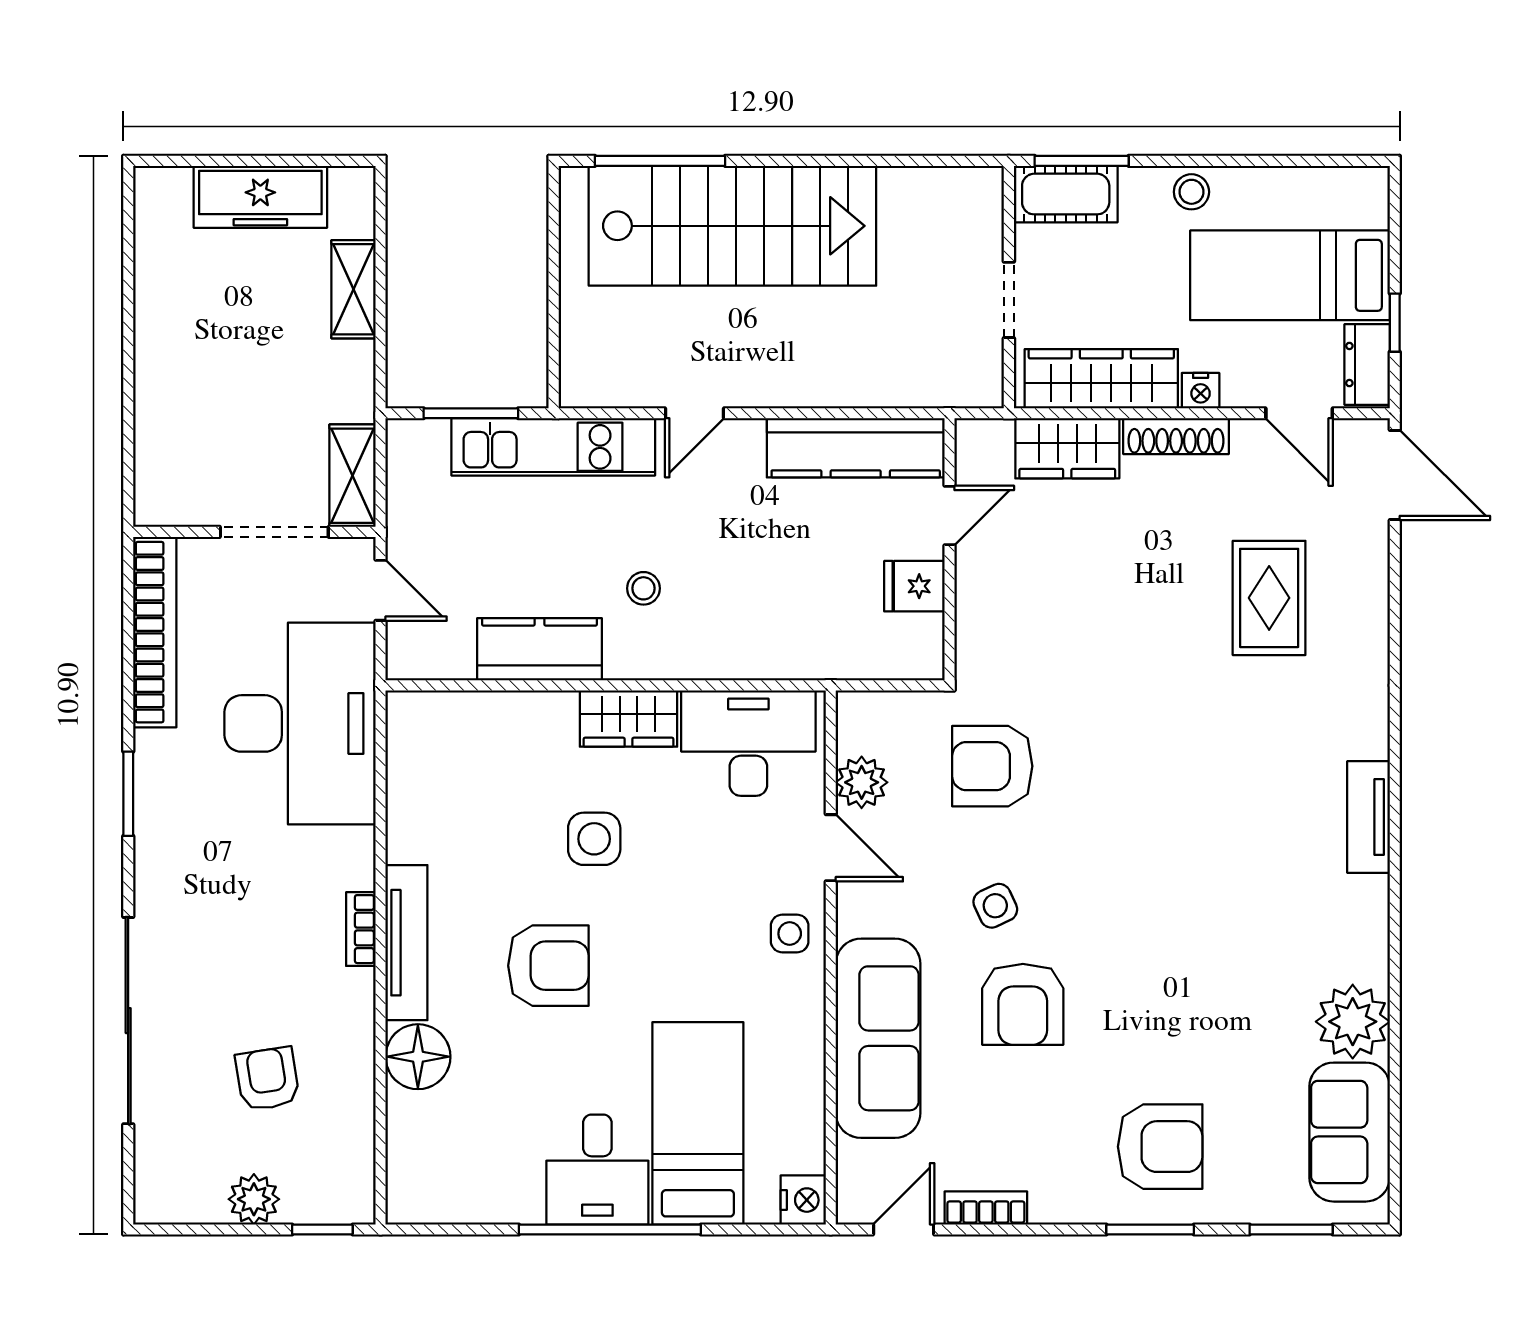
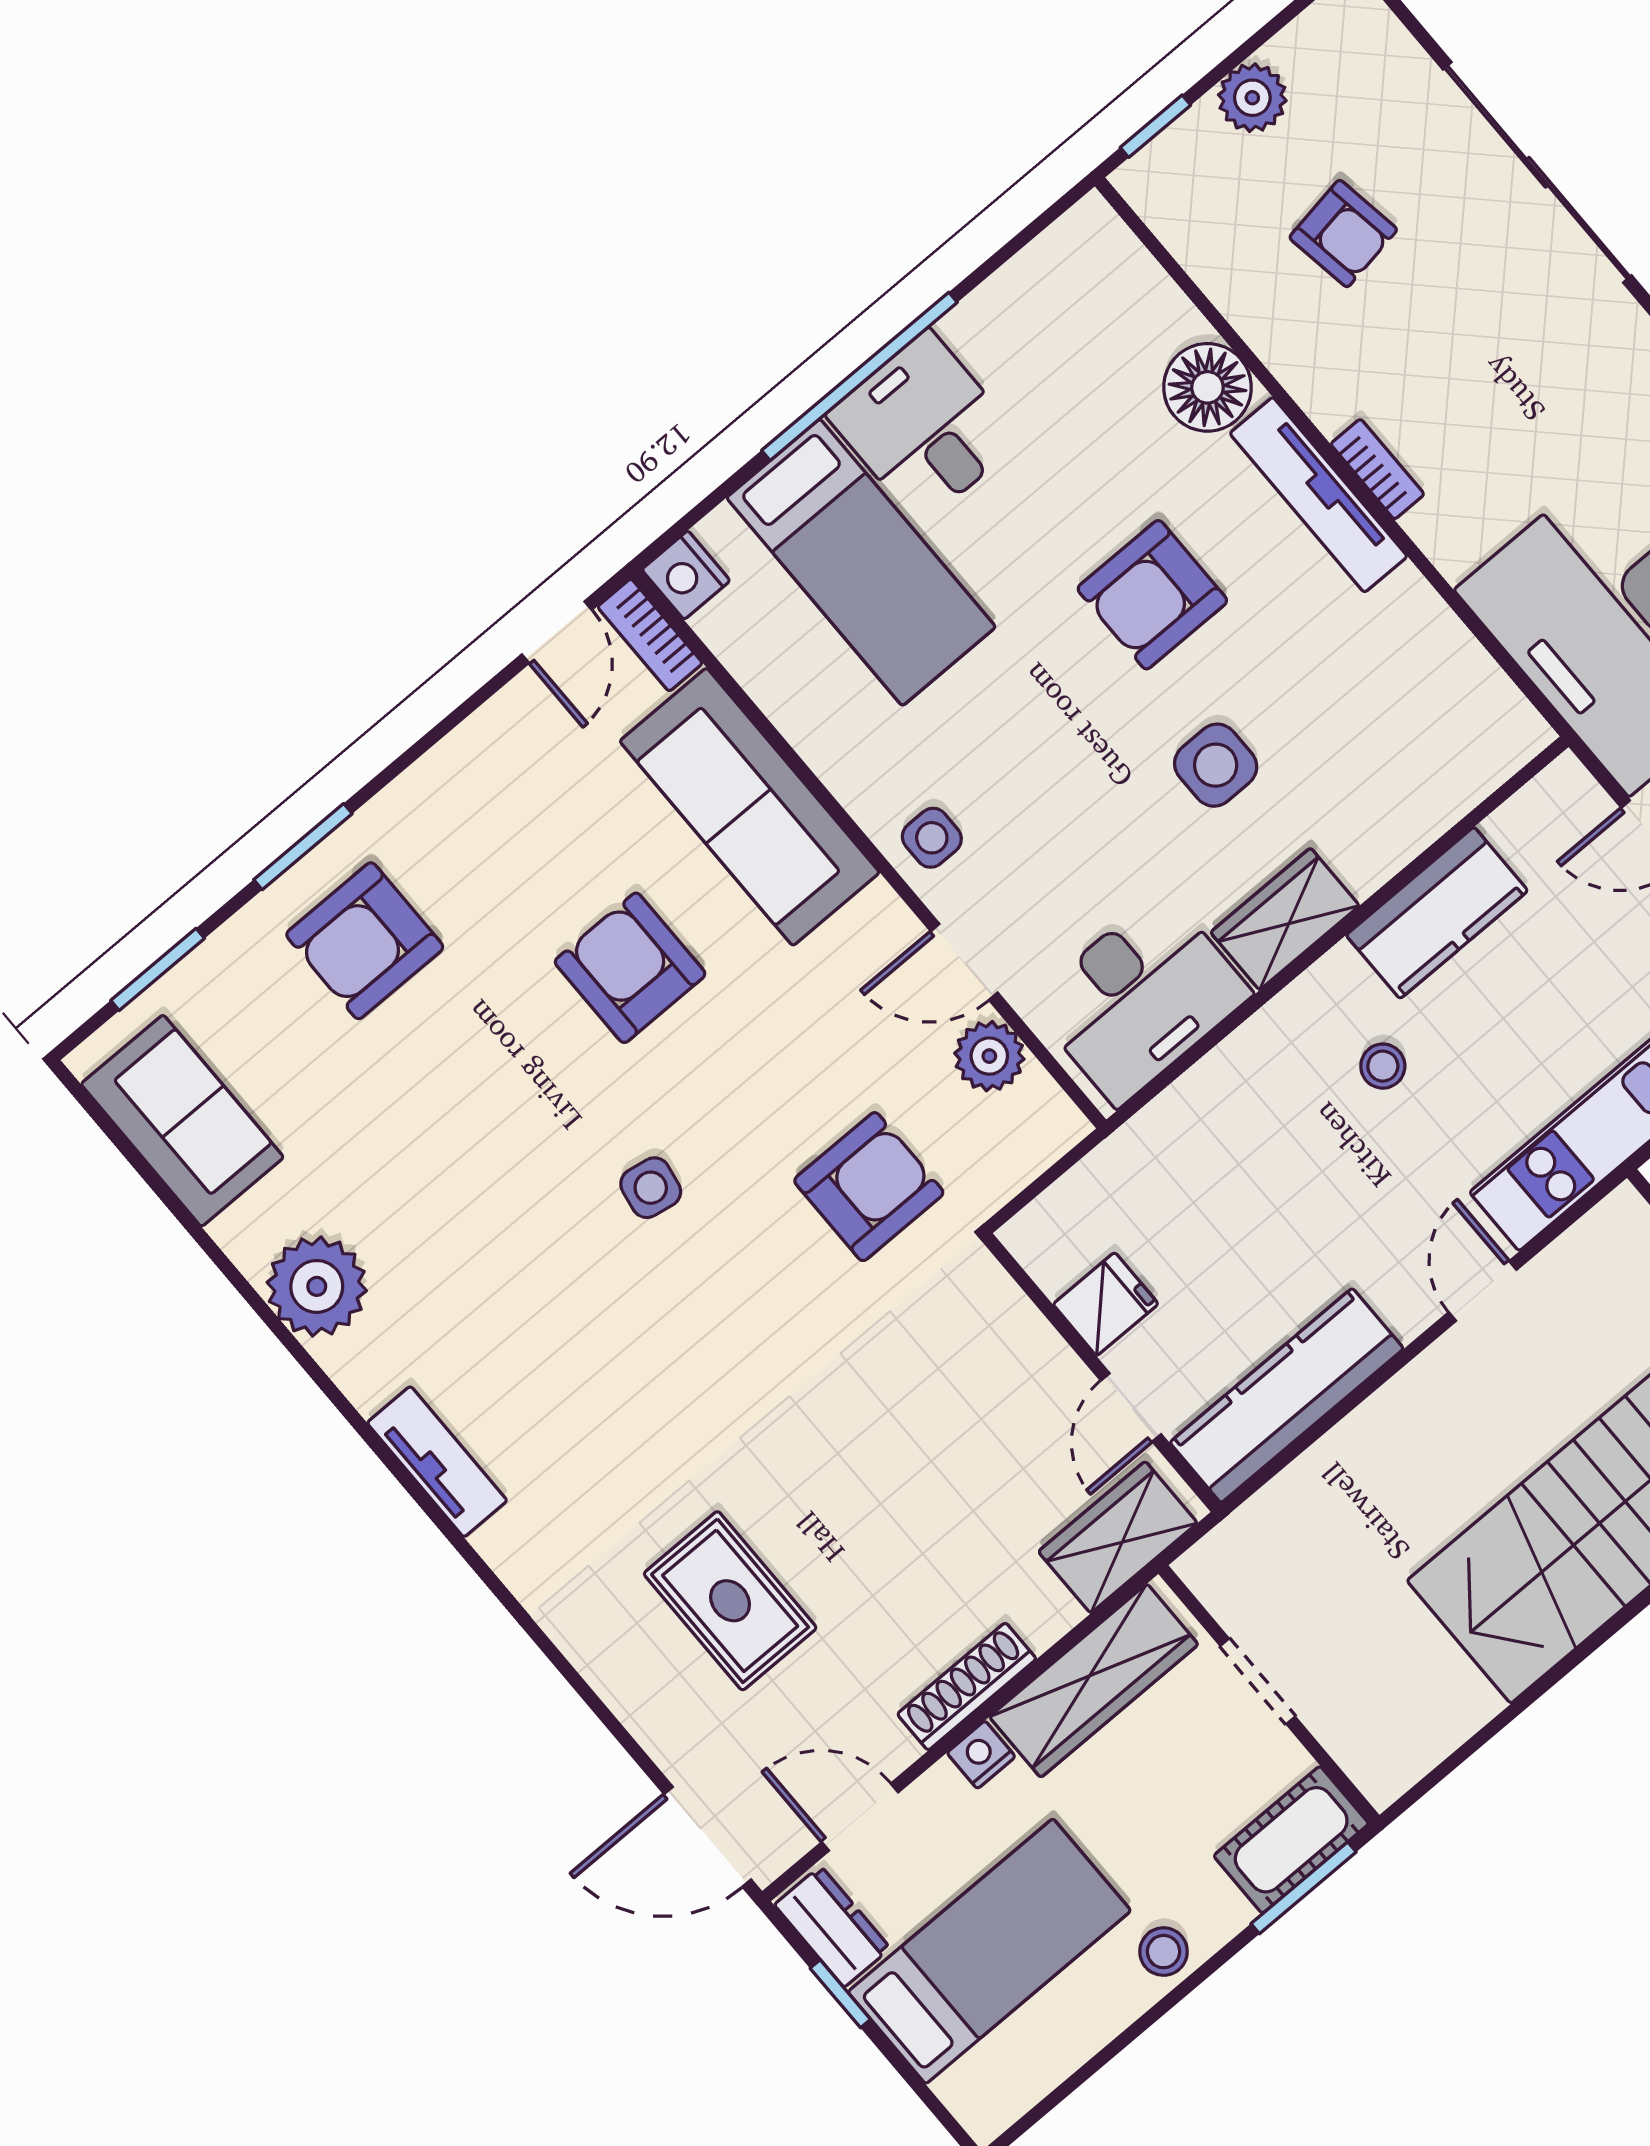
wardrobe: (1067, 448) -> (1118, 1537), moved
side table: (995, 906) -> (651, 1188), moved, turned 35
plant: (1353, 1022) -> (317, 1286), moved
bookcase: (986, 1208) -> (650, 635), moved, turned 90

